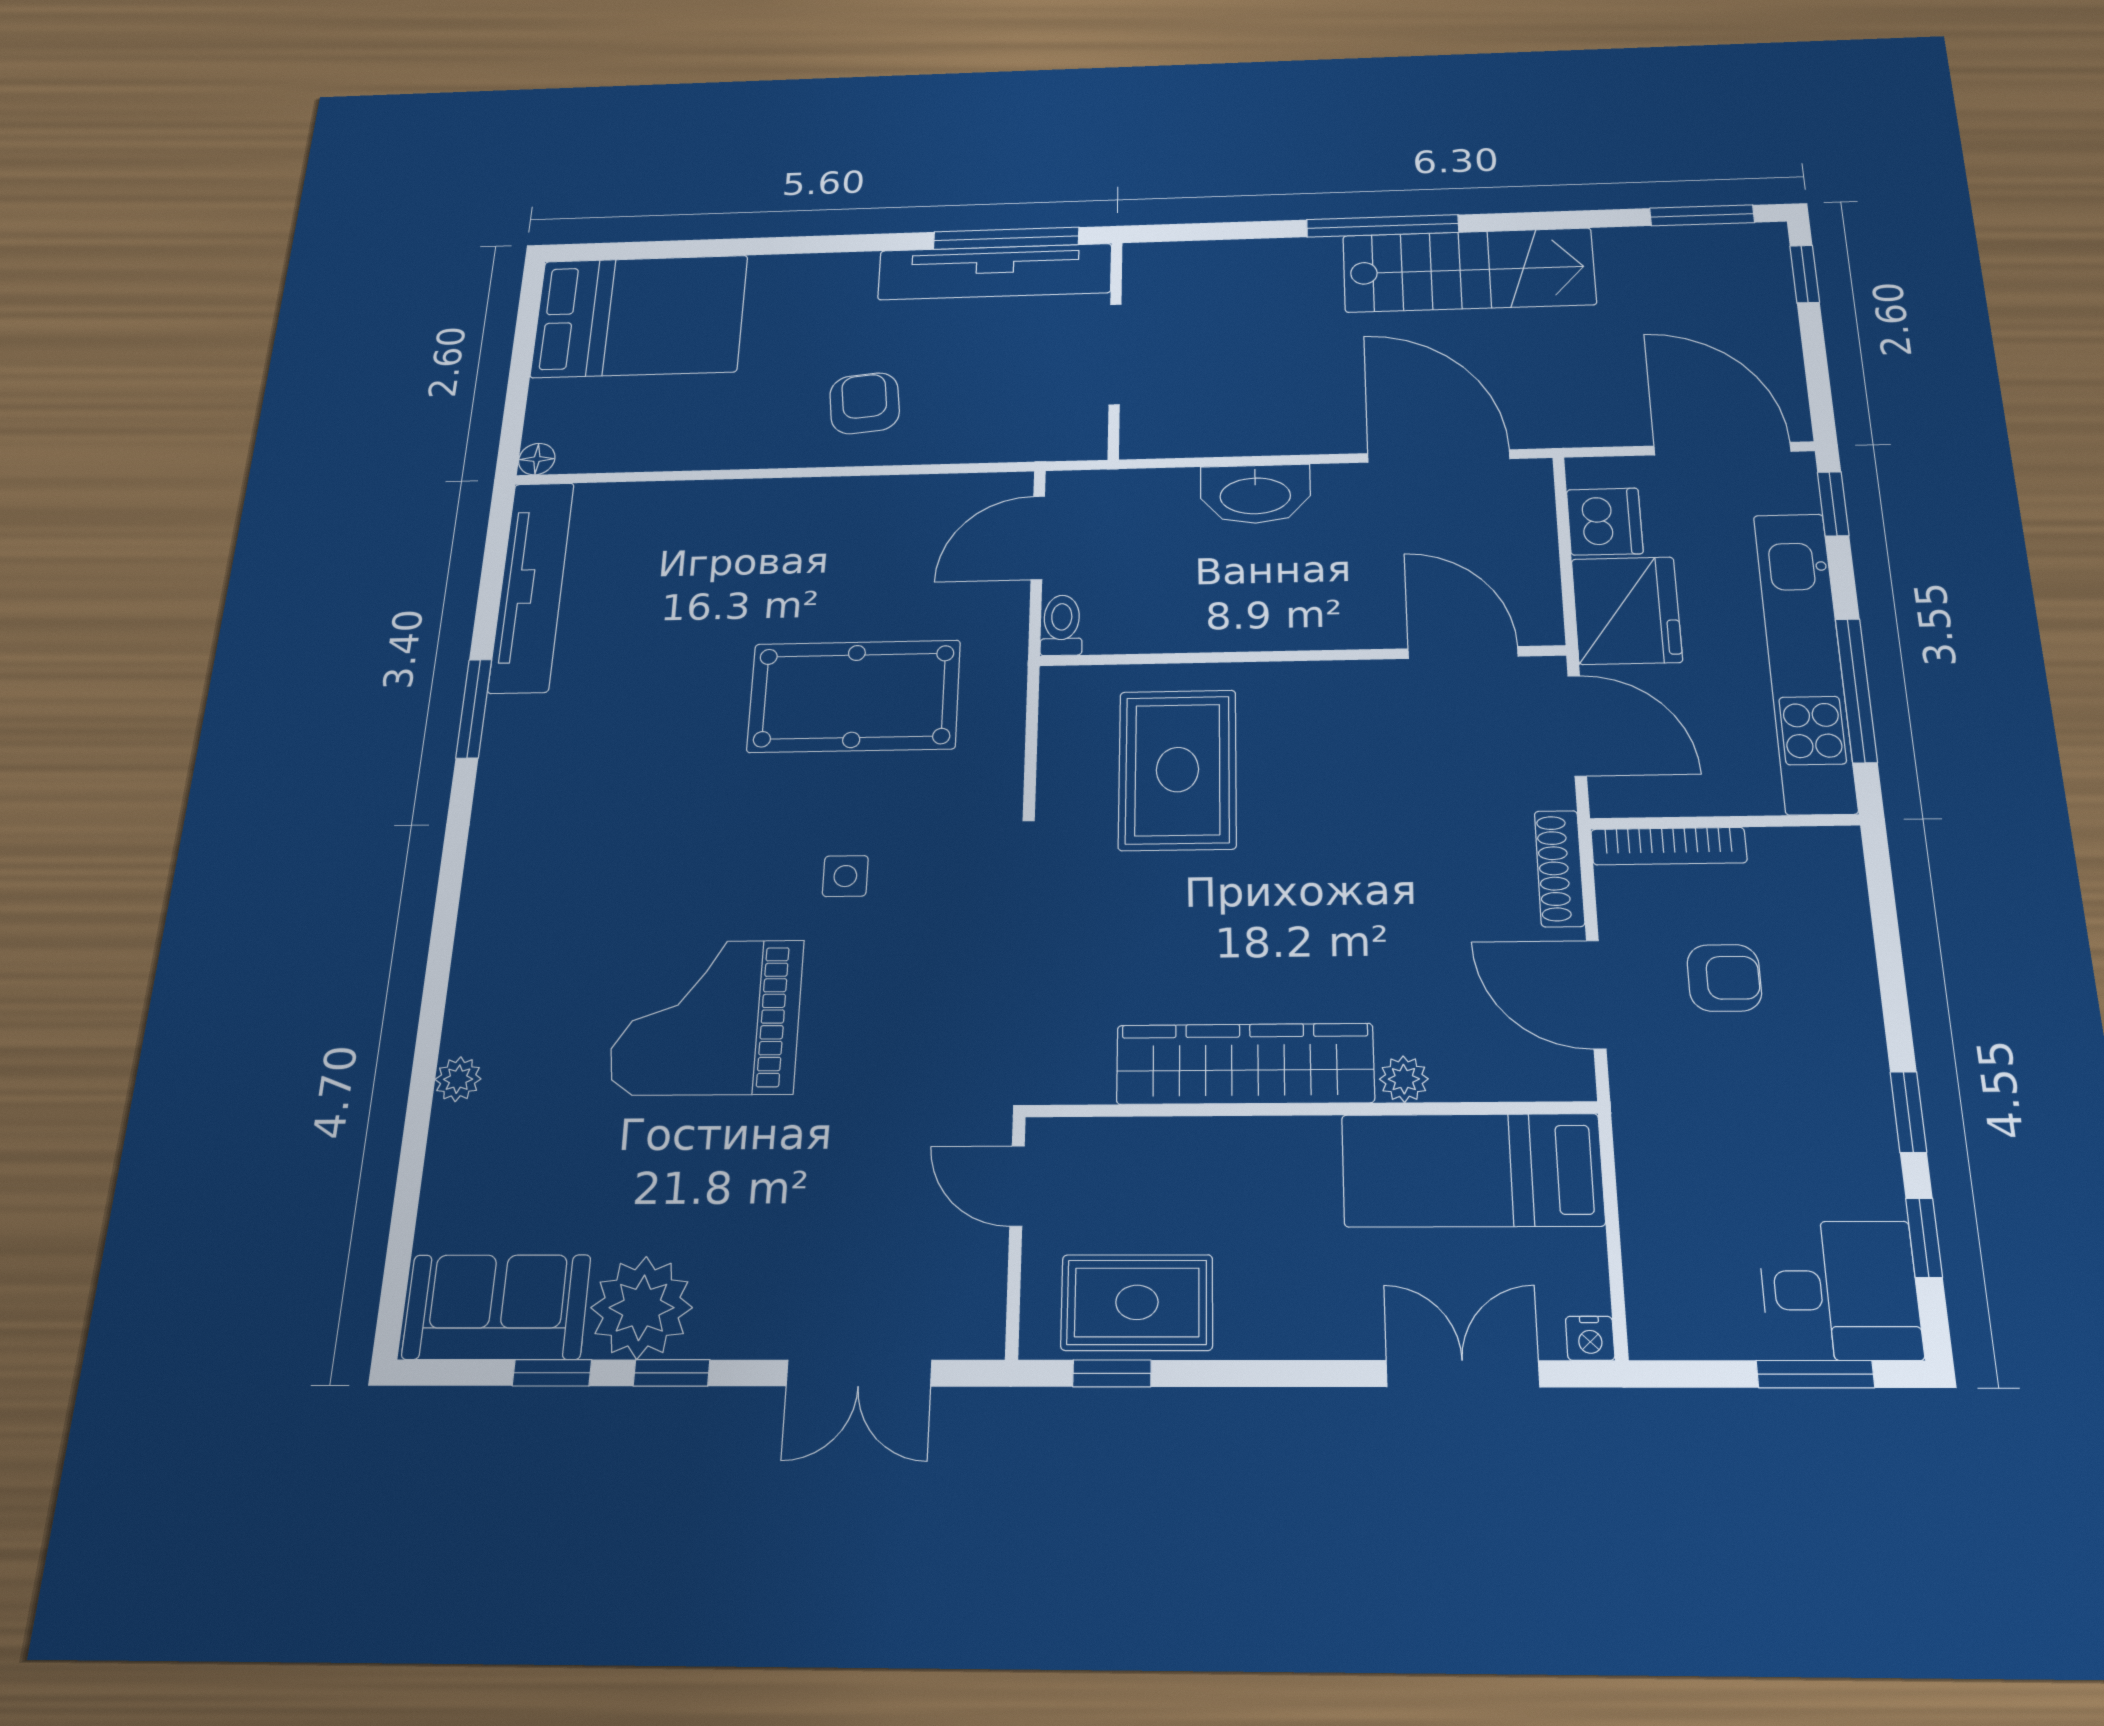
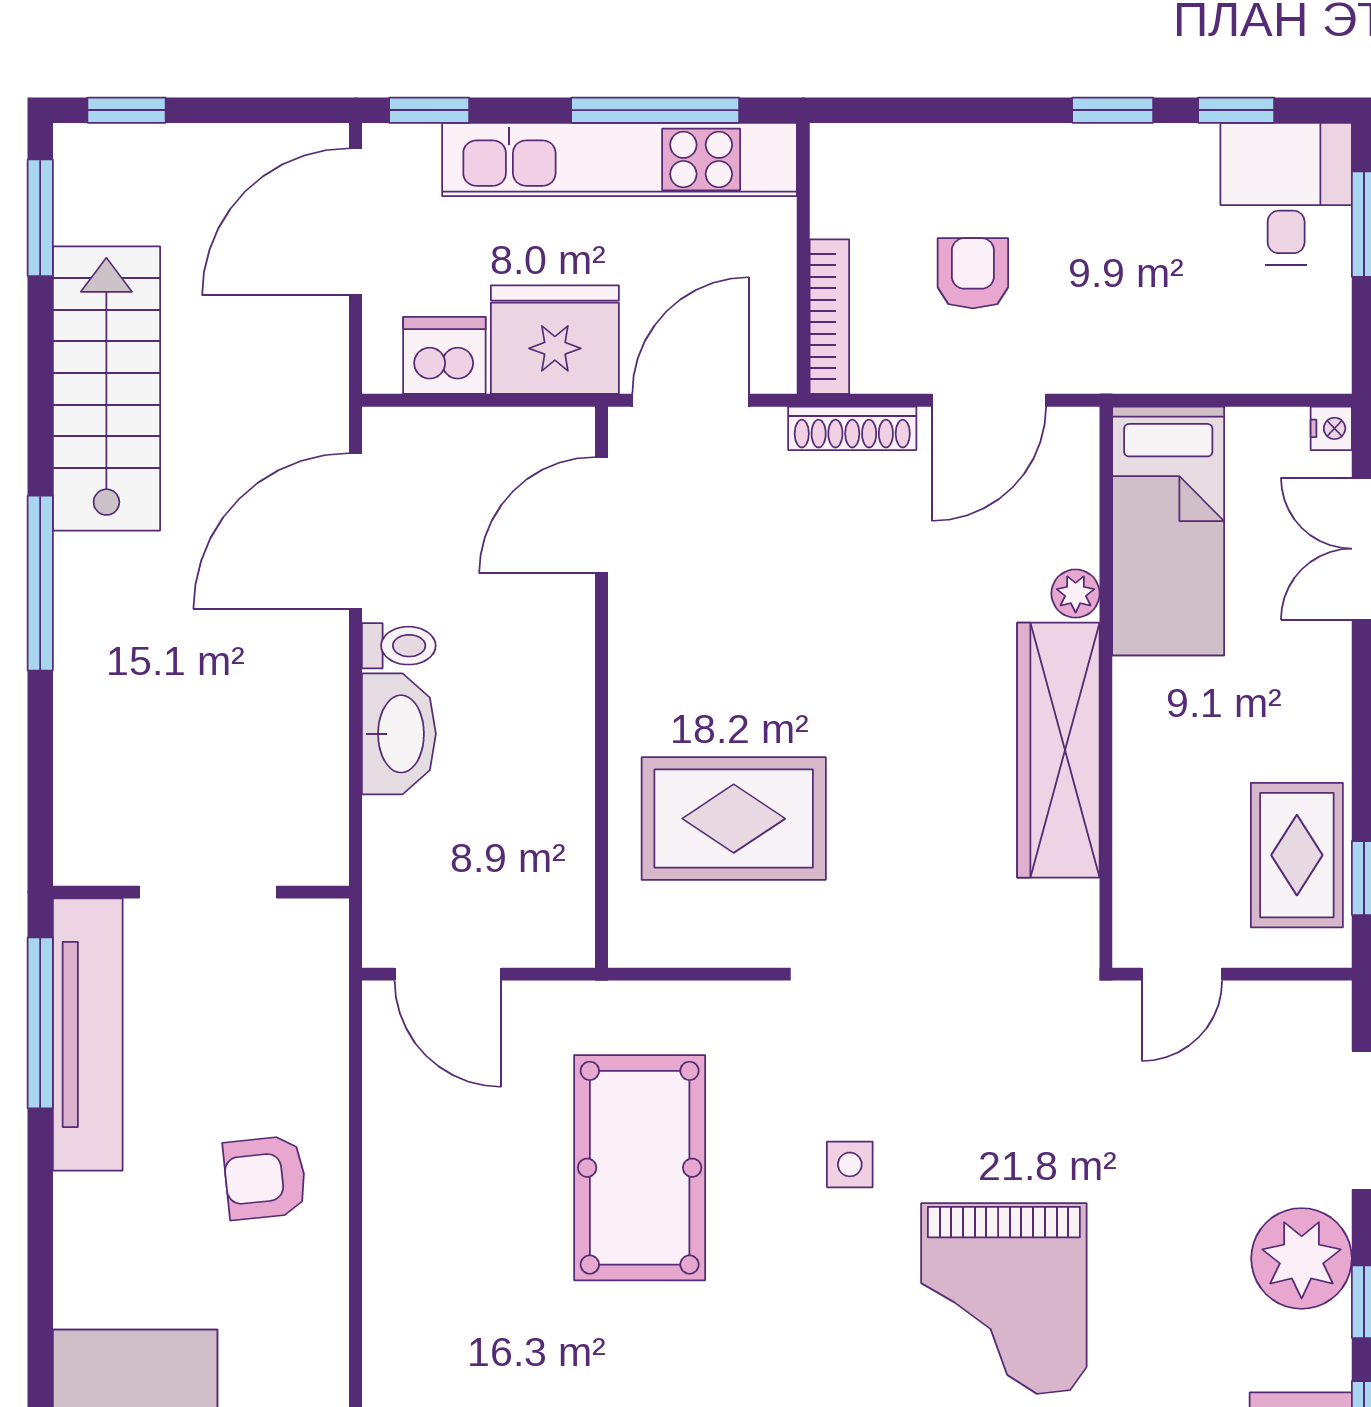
stairs: (1468, 270) -> (106, 388), moved
toilet: (1062, 625) -> (399, 646), moved, turned 180
plant: (642, 1308) -> (1302, 1258), moved

